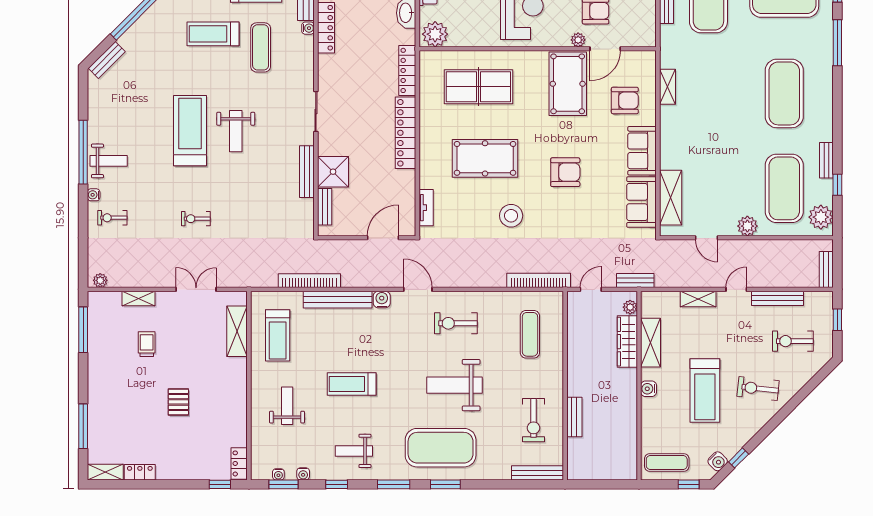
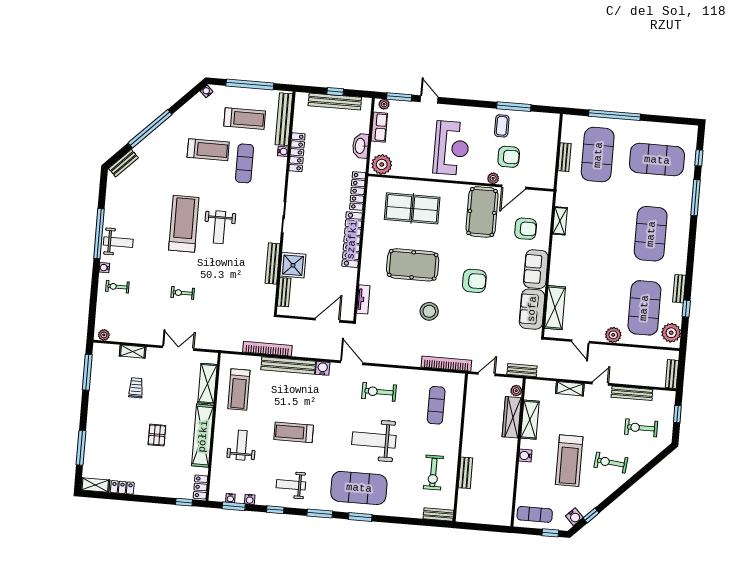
treadmill: (213, 34) -> (208, 150), turned 180
shelving: (236, 398) -> (203, 436), added
bench: (538, 473) -> (438, 514), width x0.73

